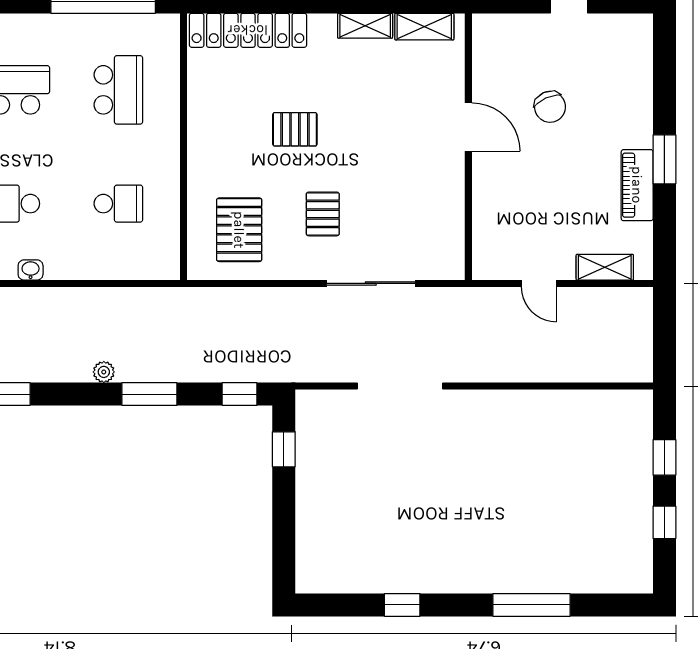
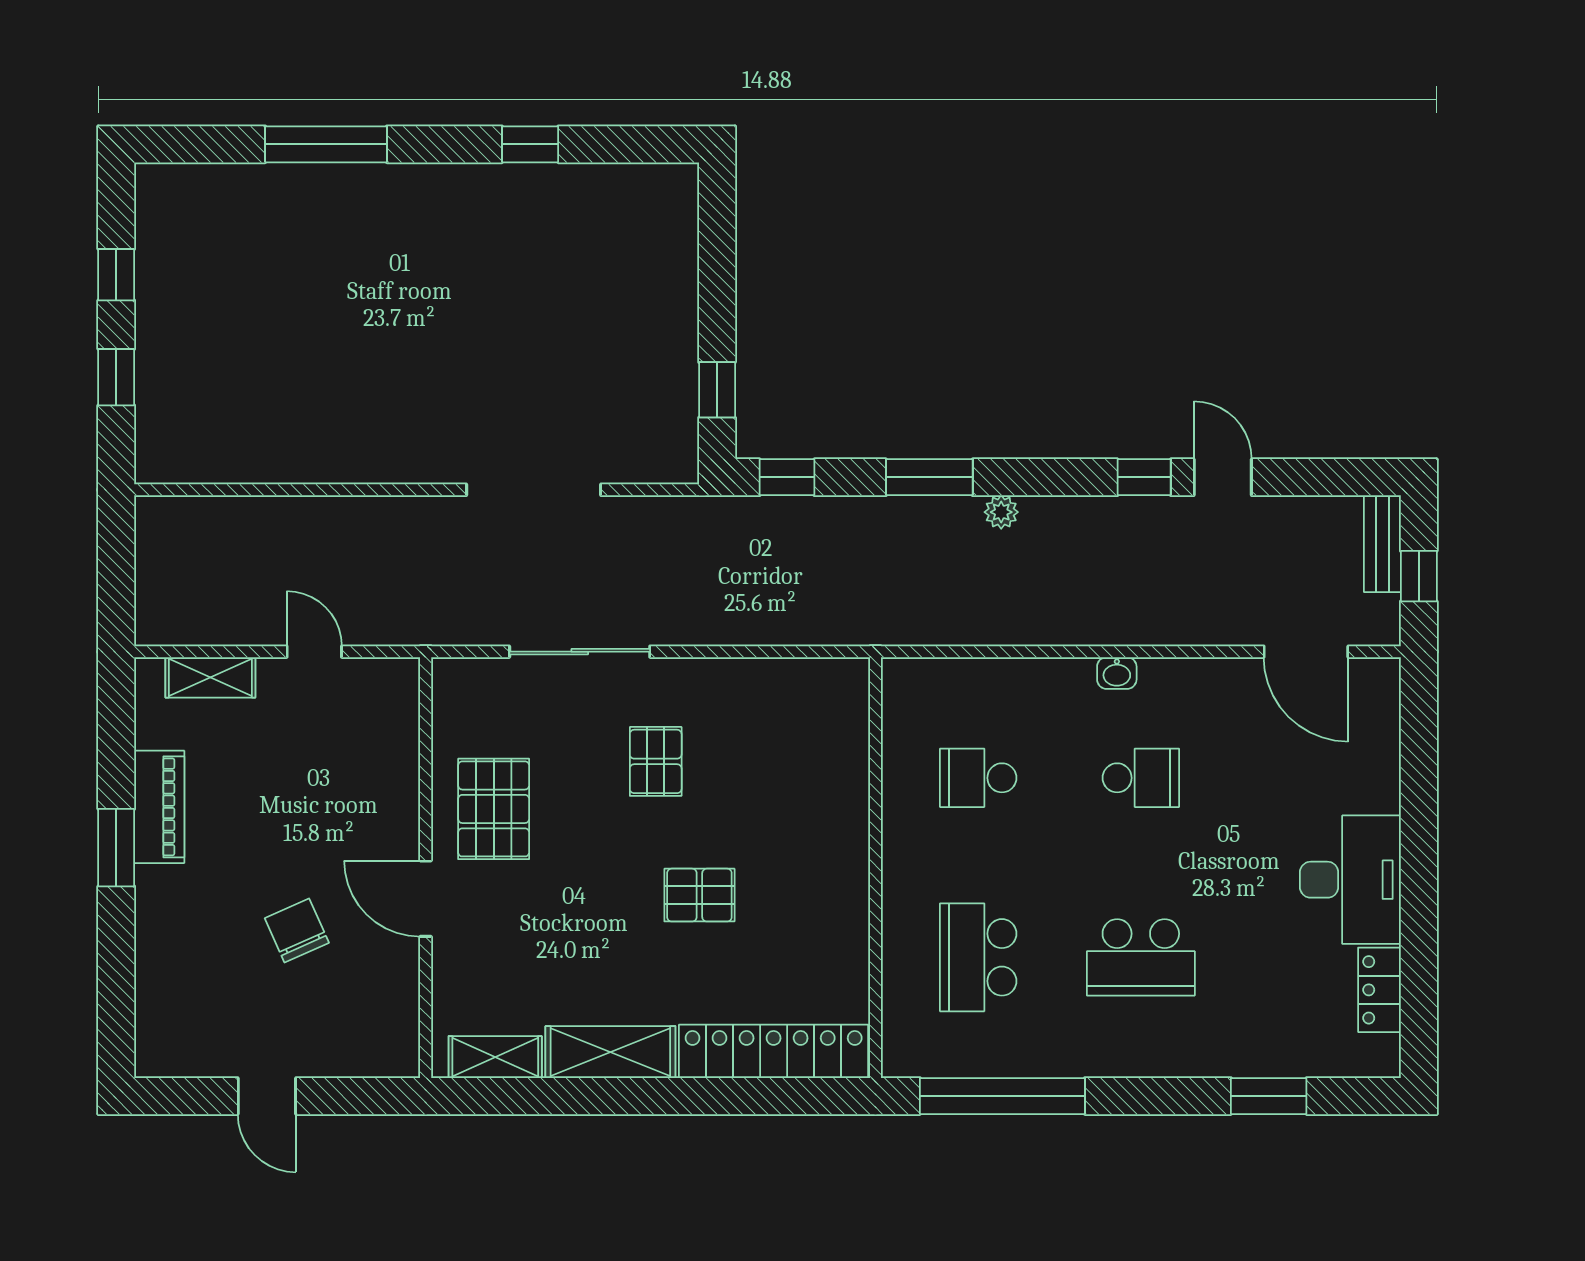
shelving: (365, 26) -> (610, 1052), width x1.50, depth x1.33
pallet: (239, 230) -> (494, 809), moved

